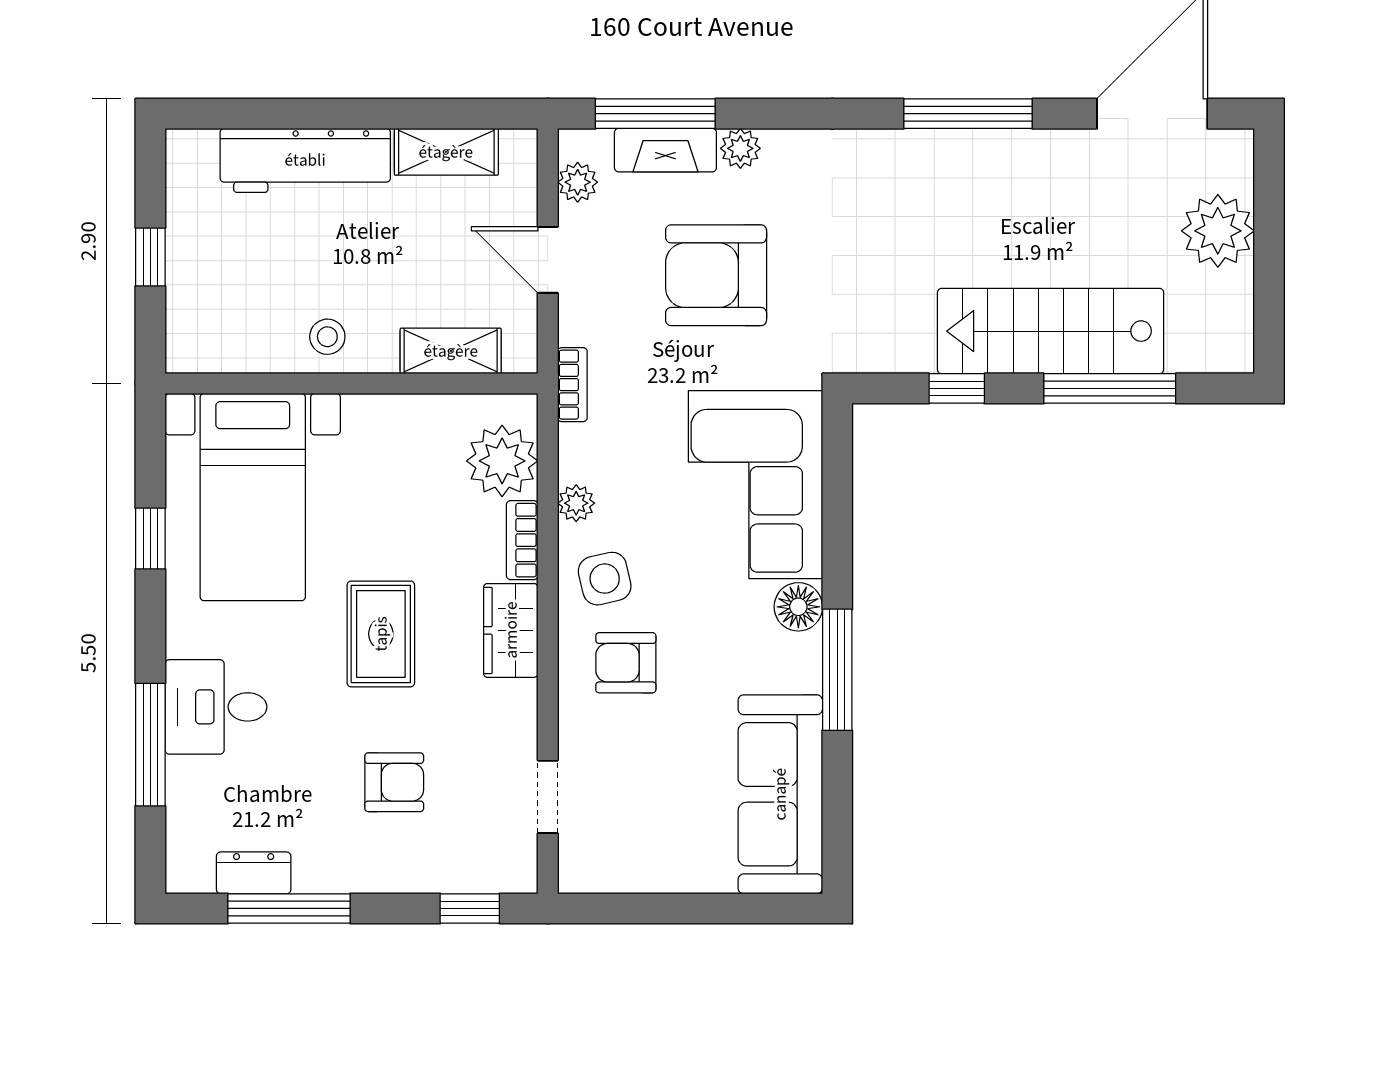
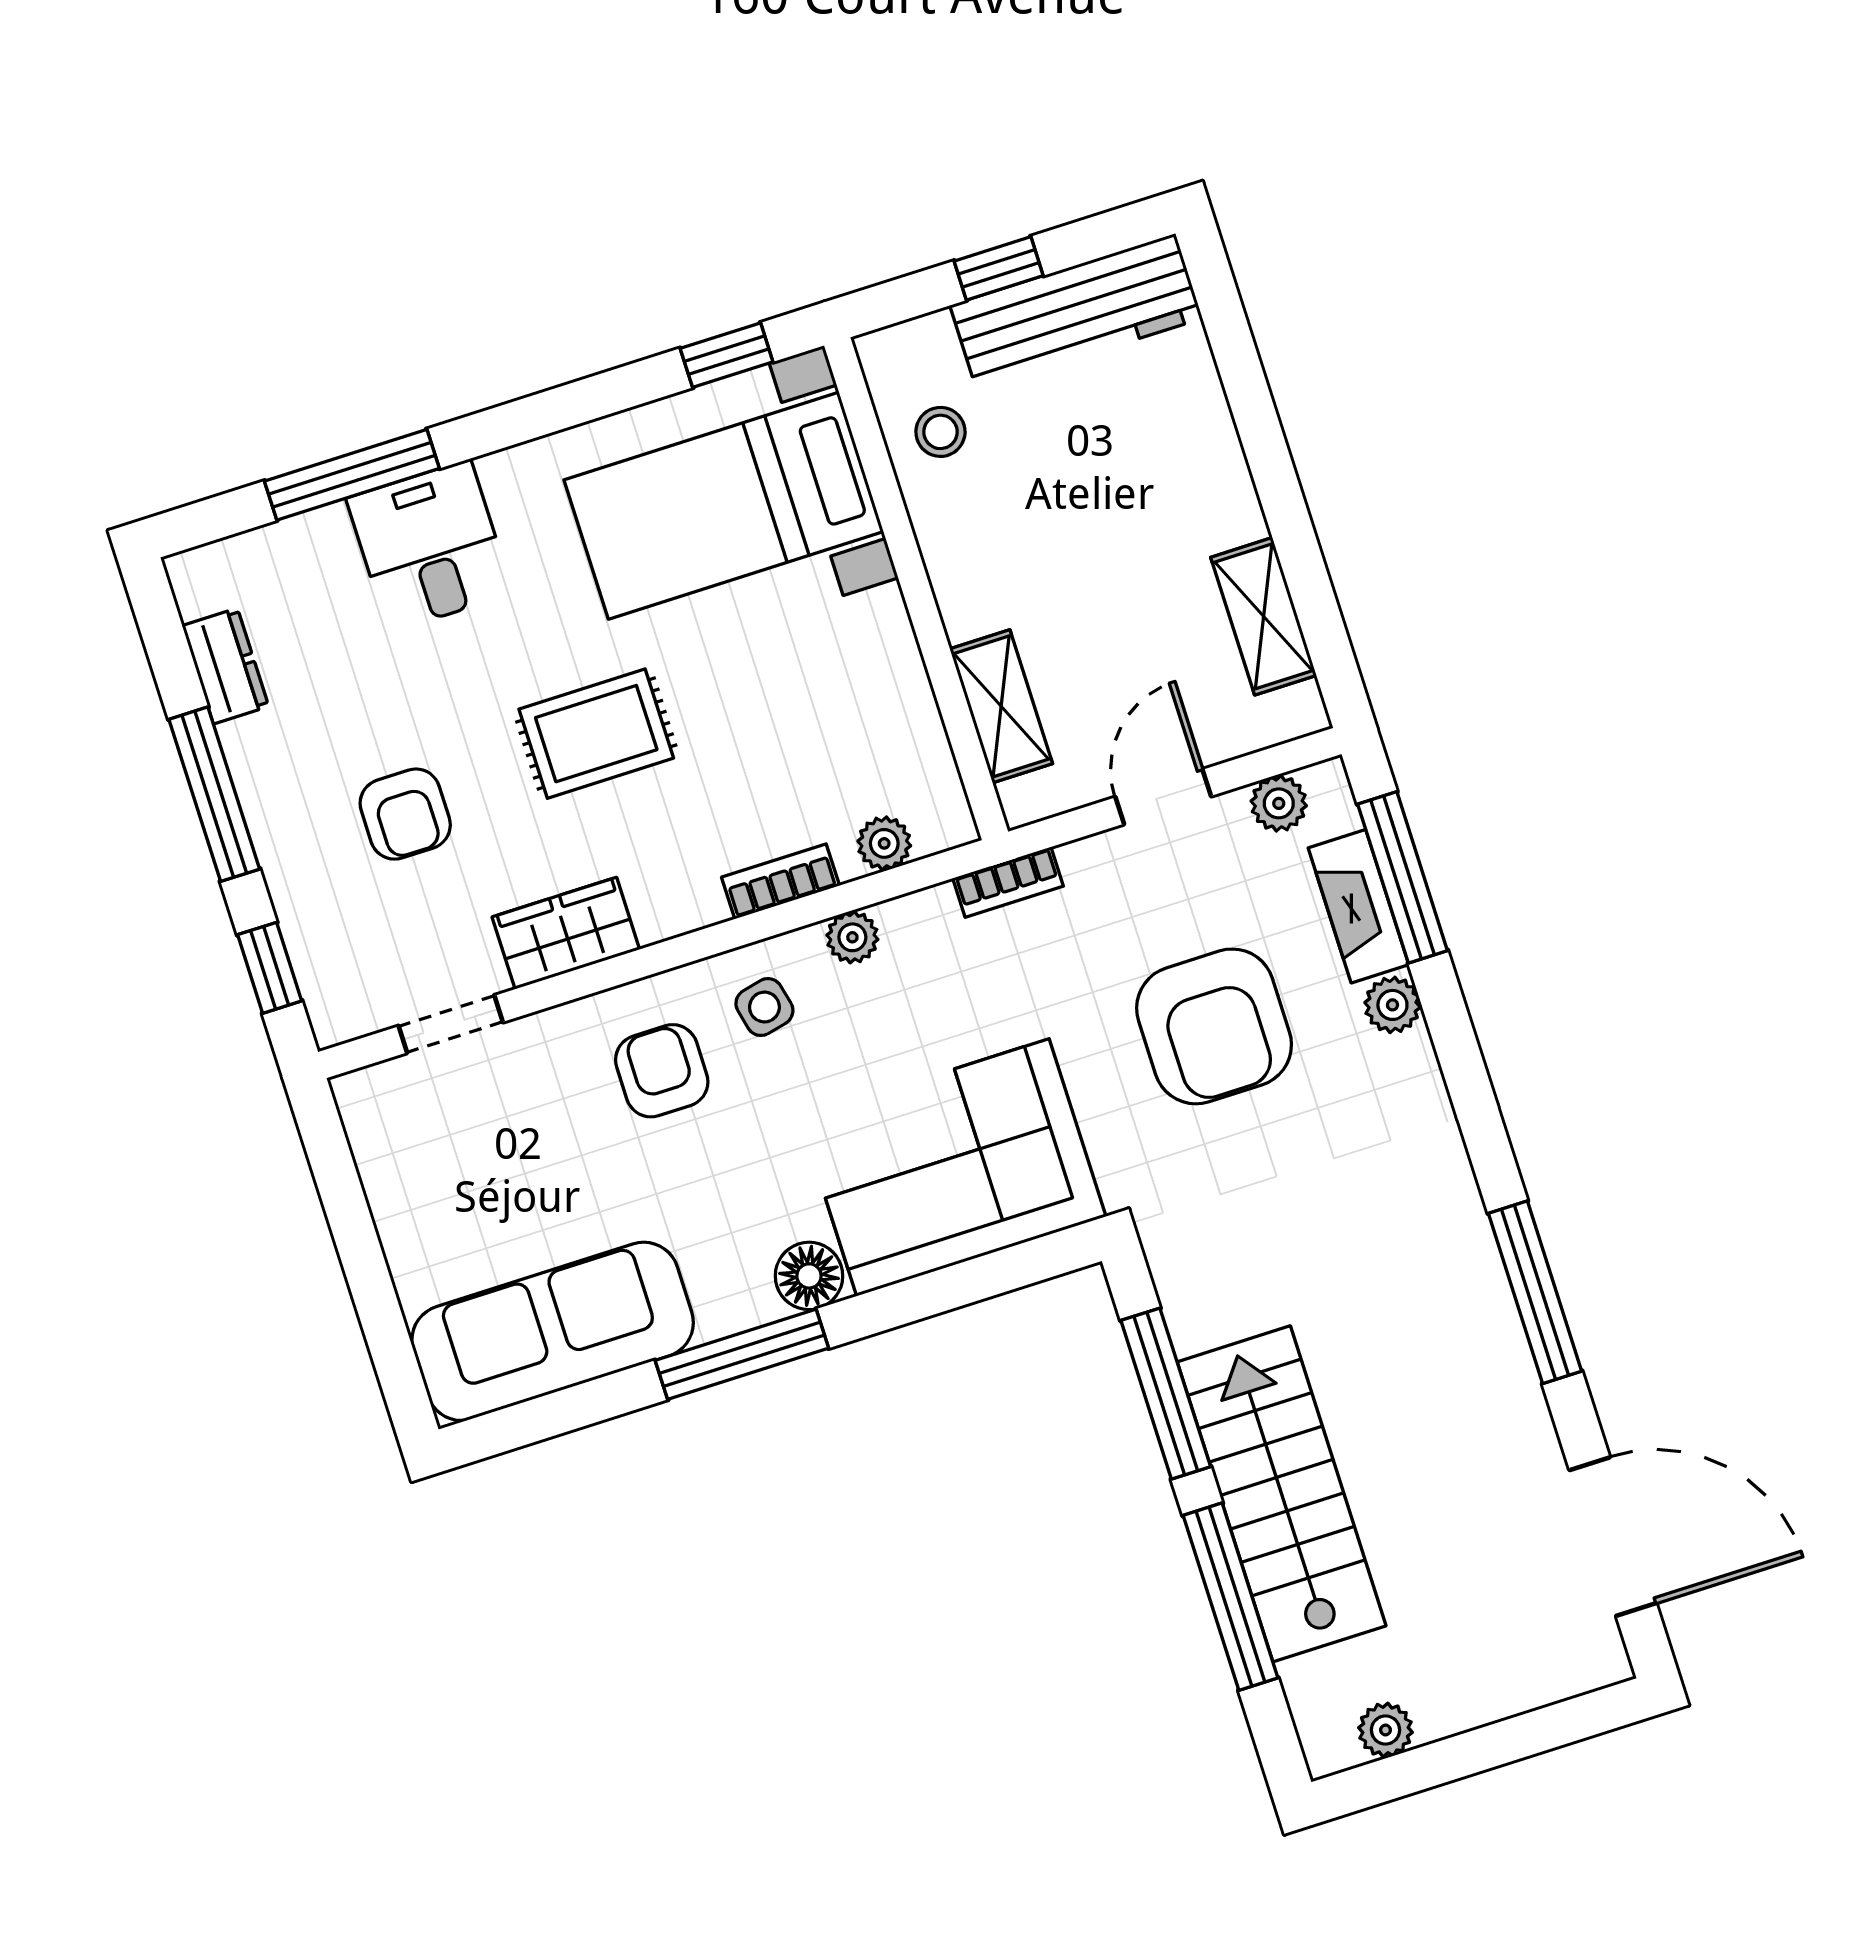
workbench: (305, 160) -> (1076, 312), moved, turned -90
plant: (1218, 231) -> (1386, 1730), moved, width x0.53, depth x0.53
armchair: (716, 275) -> (1214, 1026), turned 180
stool: (327, 337) -> (940, 432), moved
window: (957, 388) -> (1166, 1394), width x2.17
plant: (502, 461) -> (884, 843), width x0.53, depth x0.53
window: (150, 539) -> (727, 355), moved
side table: (605, 579) -> (764, 1007), width x0.73, depth x0.73
wardrobe: (511, 630) -> (566, 933), moved
window: (289, 908) -> (214, 794), moved

